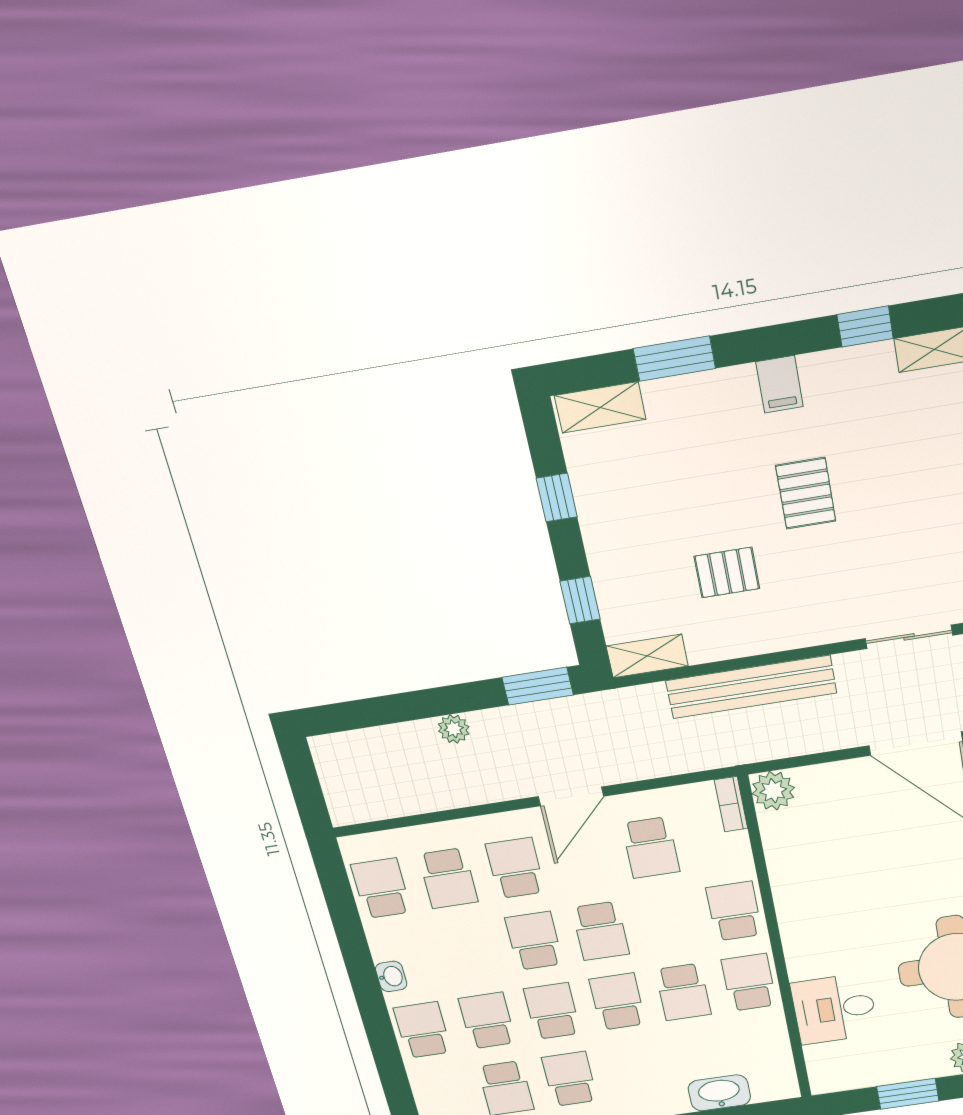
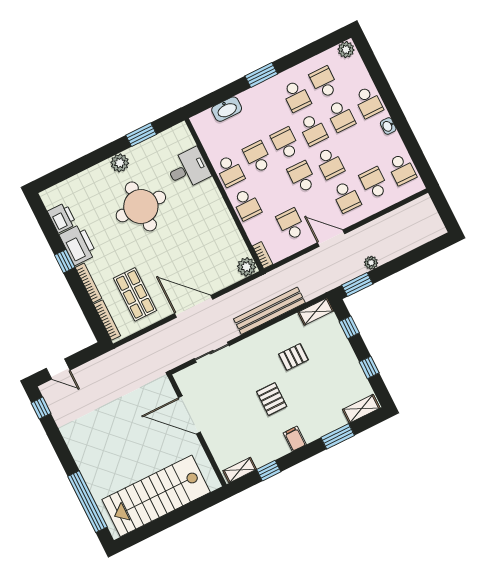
plant: (454, 729) -> (371, 263), moved
door: (571, 796) -> (331, 238), hinge flipped
school desk: (618, 1002) -> (285, 143), turned 180

